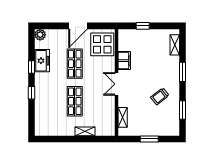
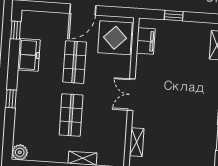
plant: (40, 35) -> (20, 152), moved
filing cabinet: (124, 61) -> (146, 41), moved
window: (31, 67) -> (16, 30), moved
trolley: (160, 96) -> (191, 116), removed

